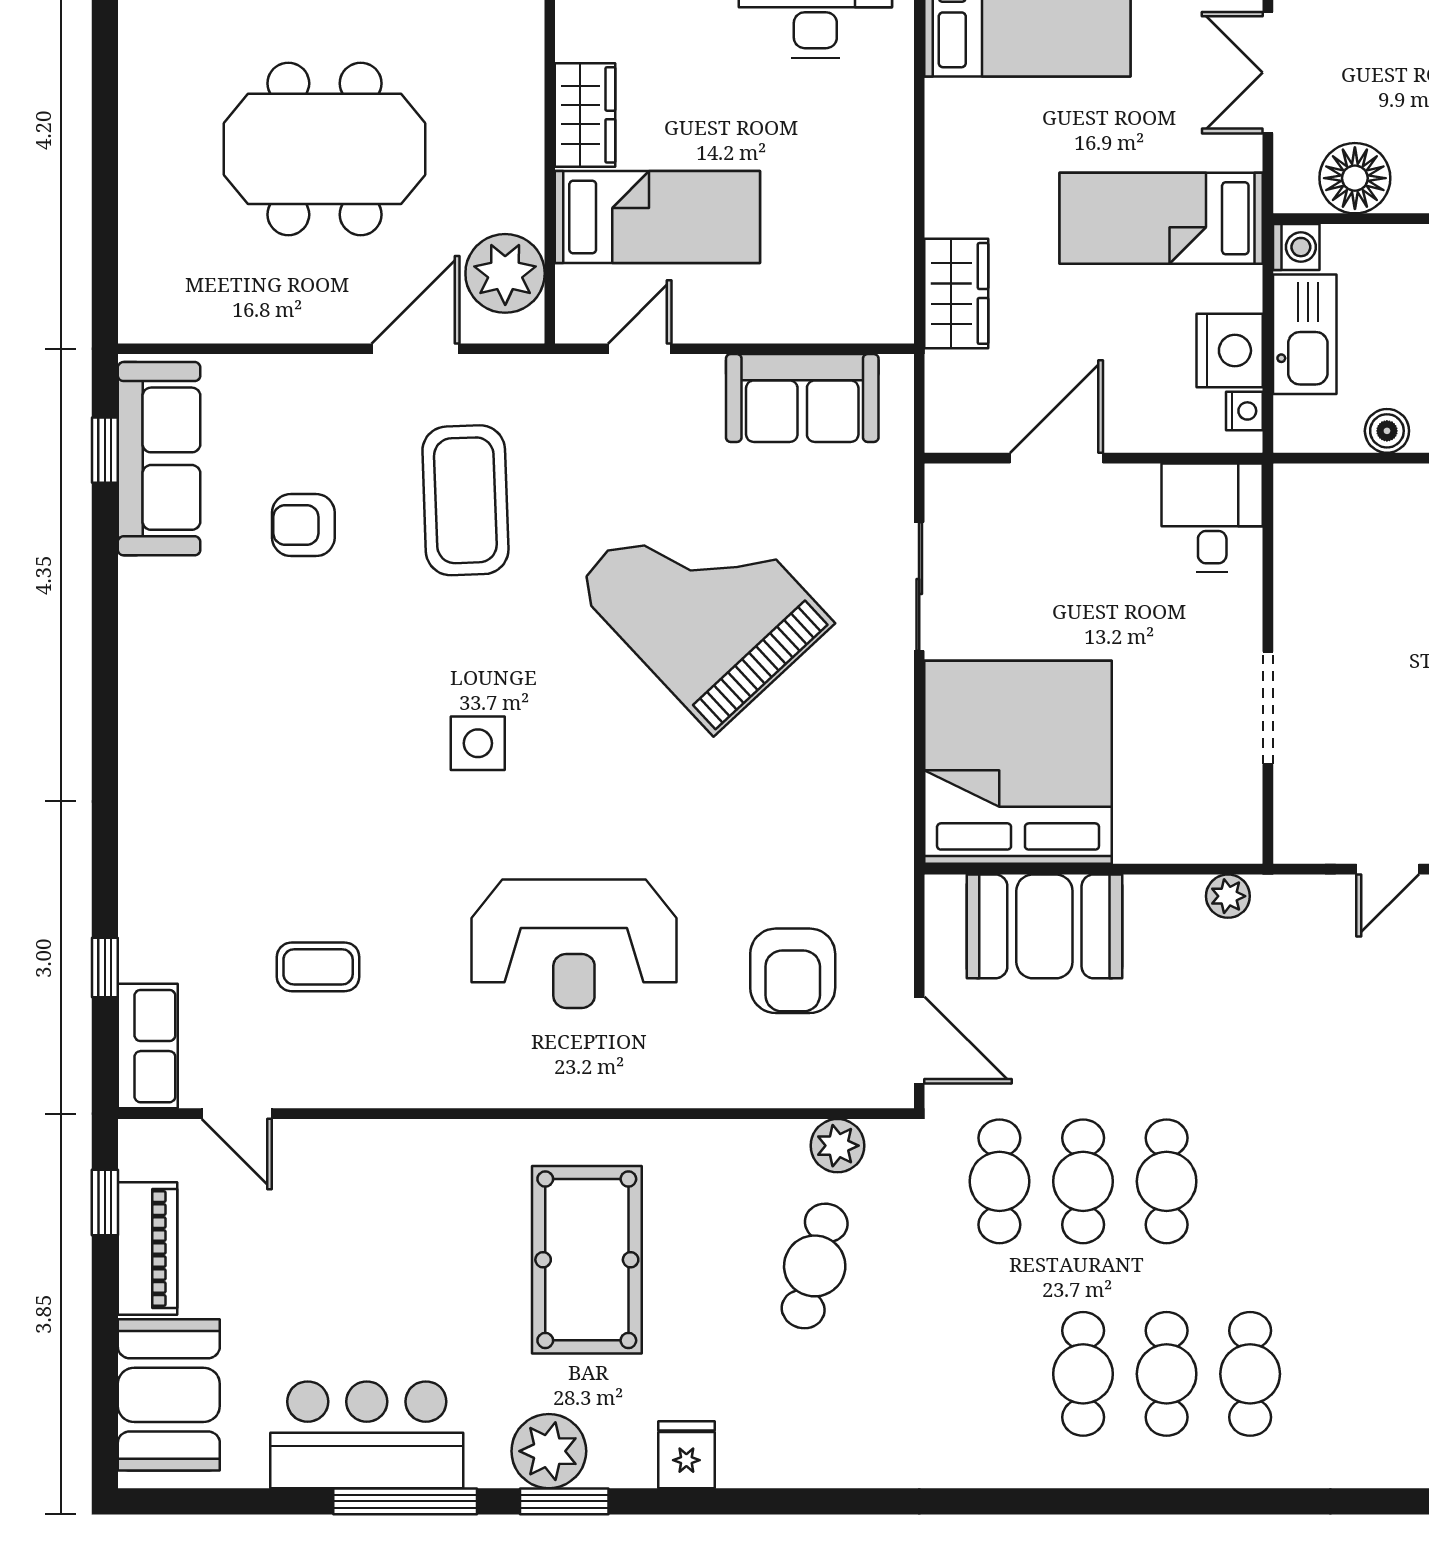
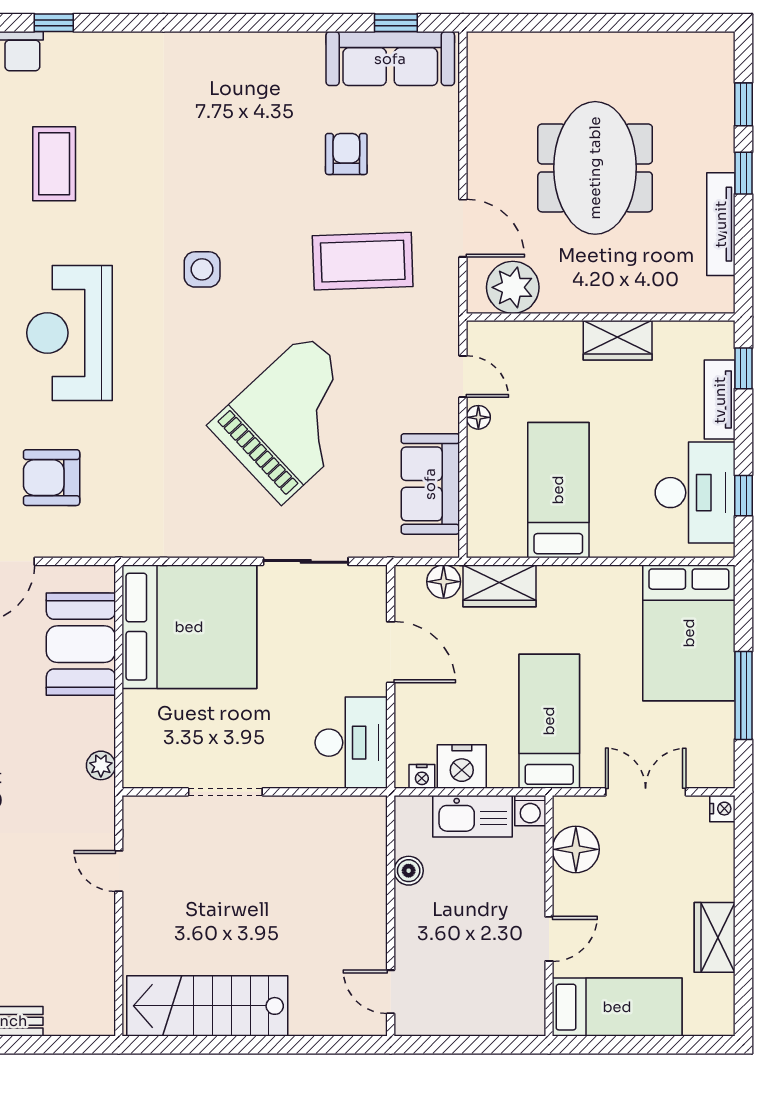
bed: (657, 217) -> (558, 490), moved, turned 180
floor lamp: (702, 326) -> (478, 417), added
floor lamp: (950, 378) -> (444, 582), added
desk: (1212, 518) -> (351, 743), width x1.37
coffee table: (318, 967) -> (54, 164), width x1.36, depth x1.30

